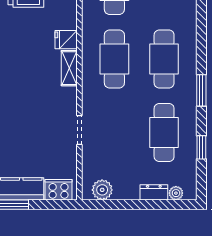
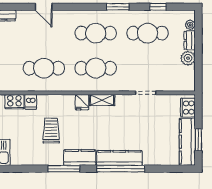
plant: (102, 190) -> (188, 58), moved

